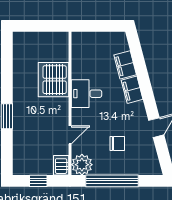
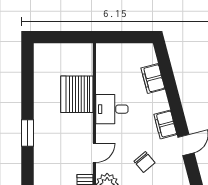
filing cabinet: (132, 90) -> (165, 124), moved
chair: (117, 144) -> (145, 162), turned 50

